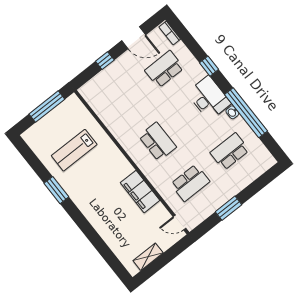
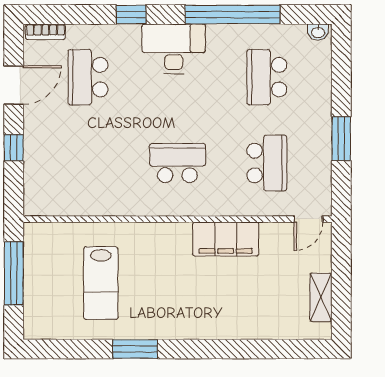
washbasin: (232, 112) -> (318, 32), moved

